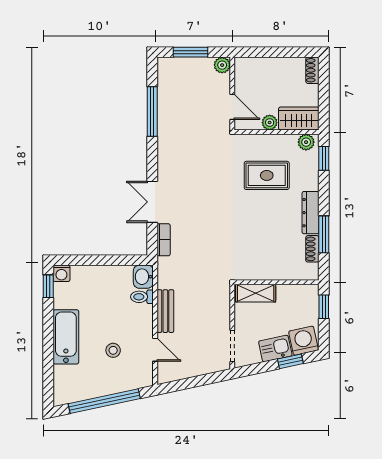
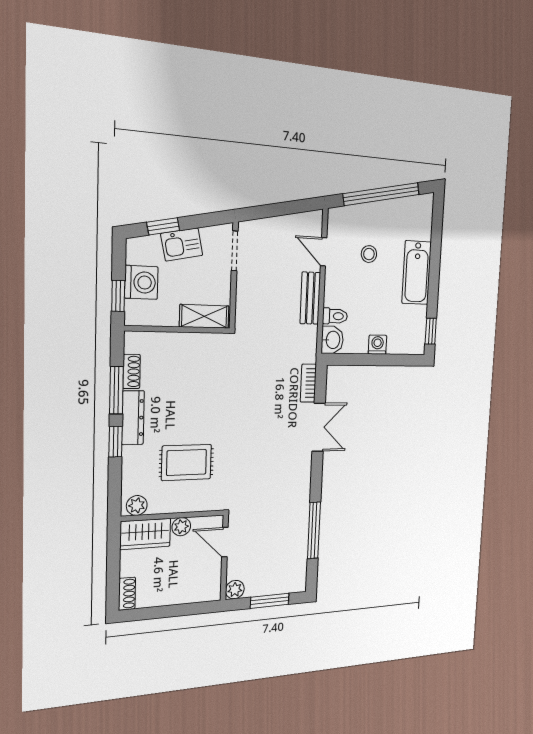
window: (324, 158) -> (116, 442), moved
washing machine: (61, 273) -> (377, 345), moved
washing machine: (304, 341) -> (141, 282), moved, turned -78

